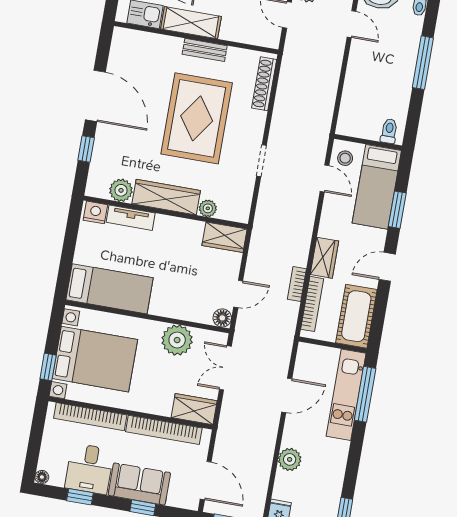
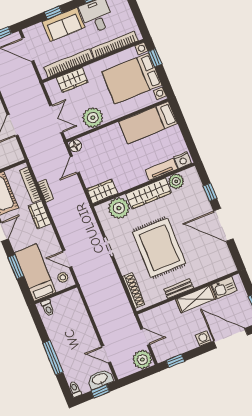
plant: (208, 208) -> (119, 208), width x1.88, depth x1.88
wardrobe: (194, 409) -> (72, 80), moved

